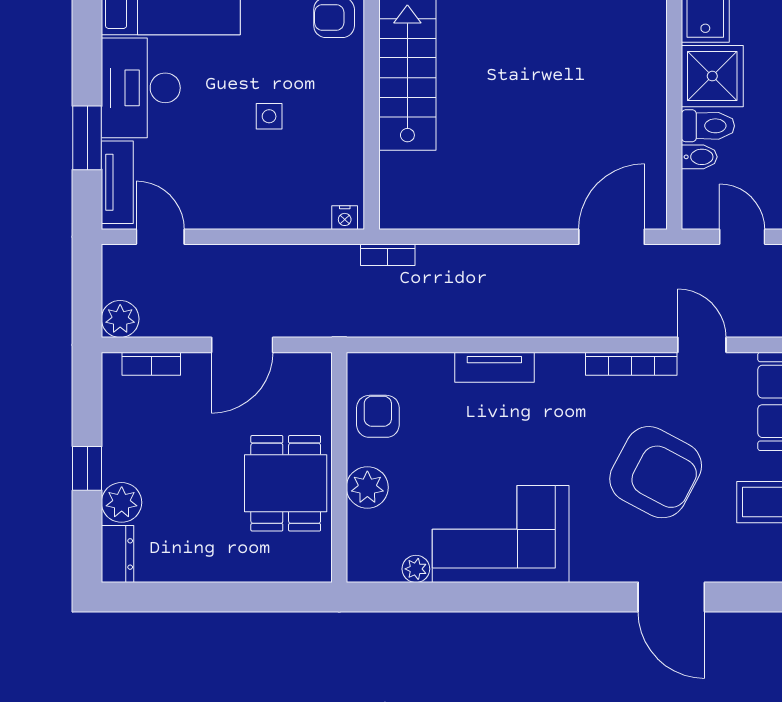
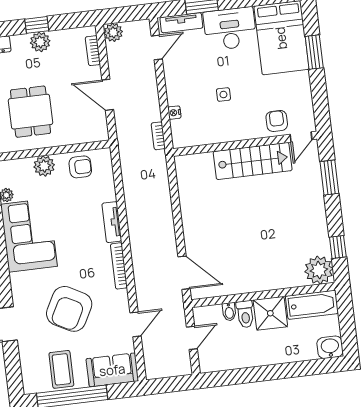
nightstand: (345, 218) -> (174, 113), moved
bookcase: (388, 255) -> (158, 136), moved
bookcase: (631, 364) -> (119, 266), moved
dining table: (286, 483) -> (31, 112), moved, turned 90
plant: (122, 502) -> (40, 42), moved

